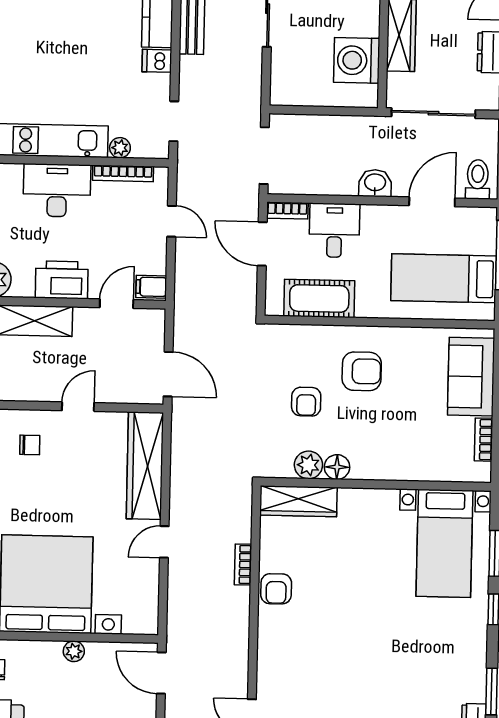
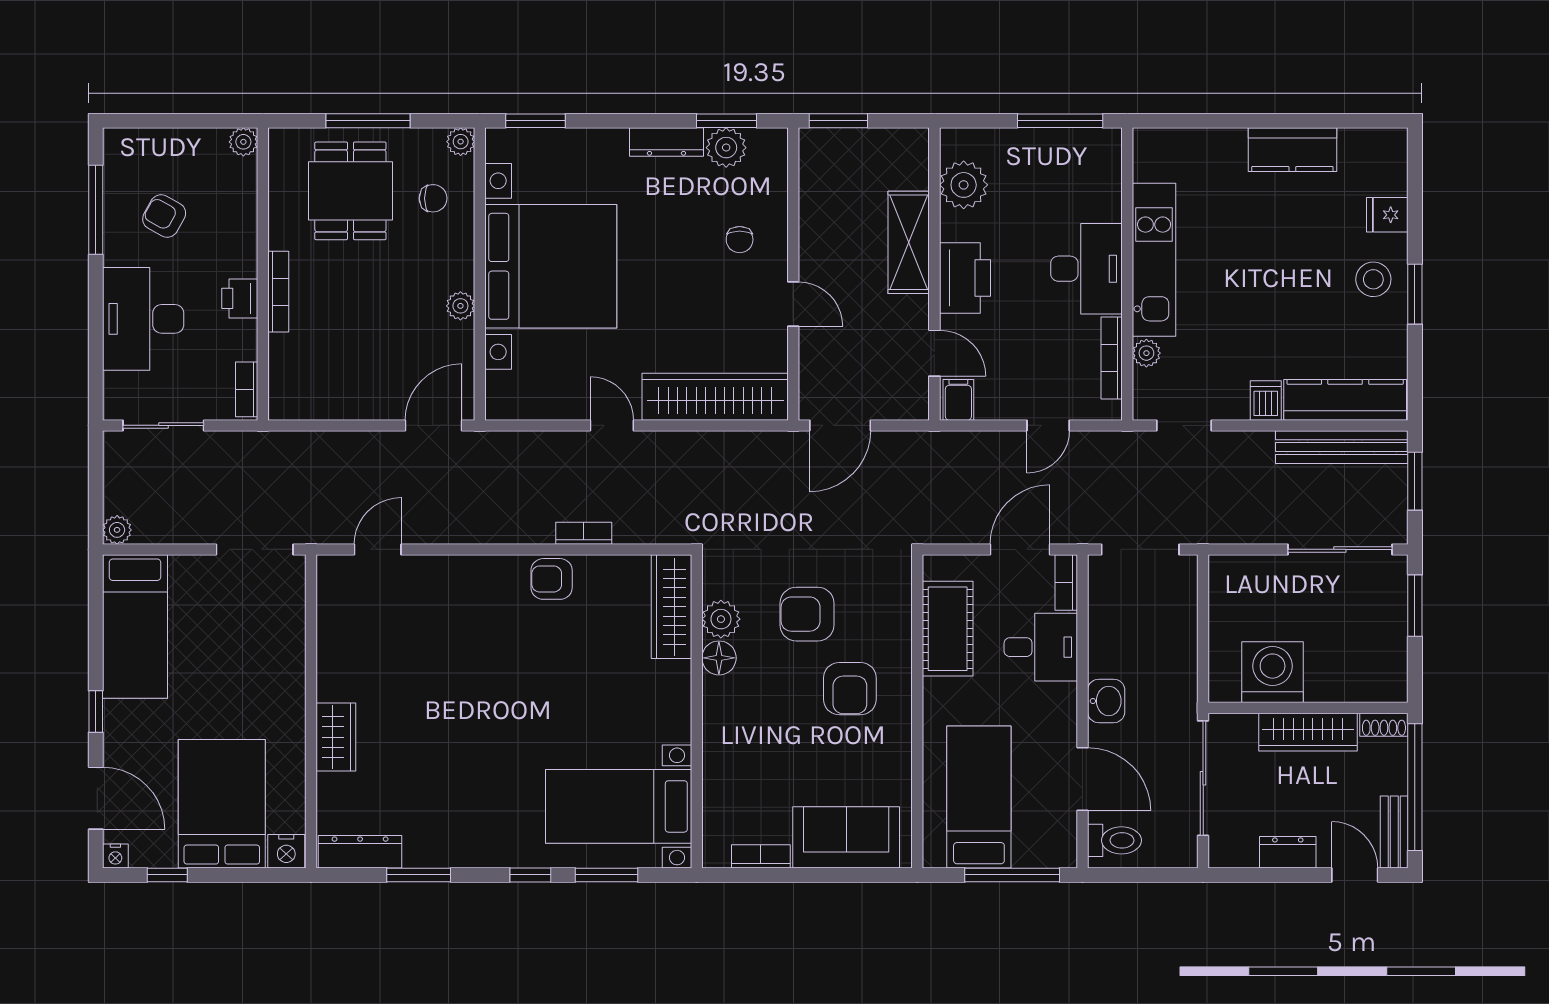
armchair: (306, 402) -> (807, 614), width x1.38, depth x1.38

